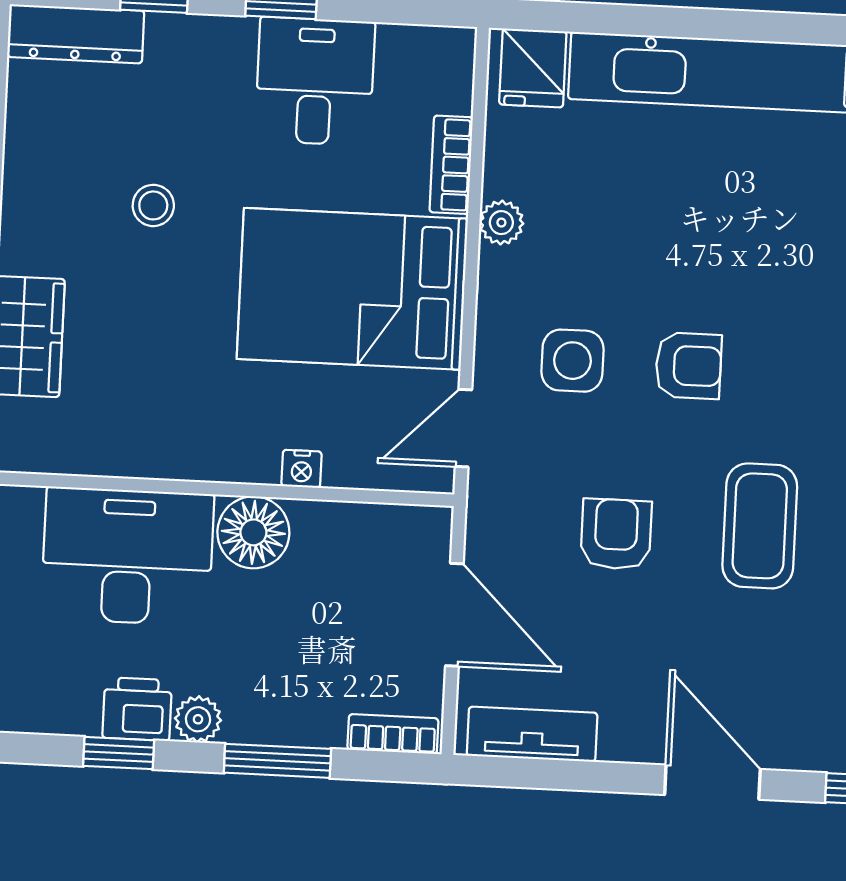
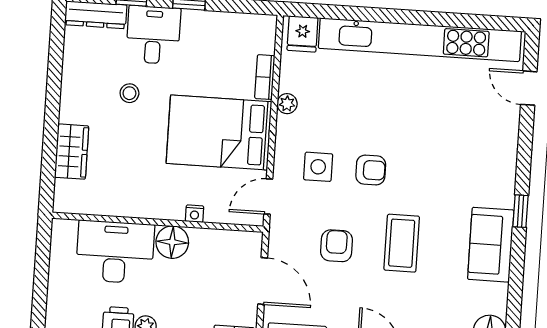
desk: (315, 81) -> (153, 35), moved

